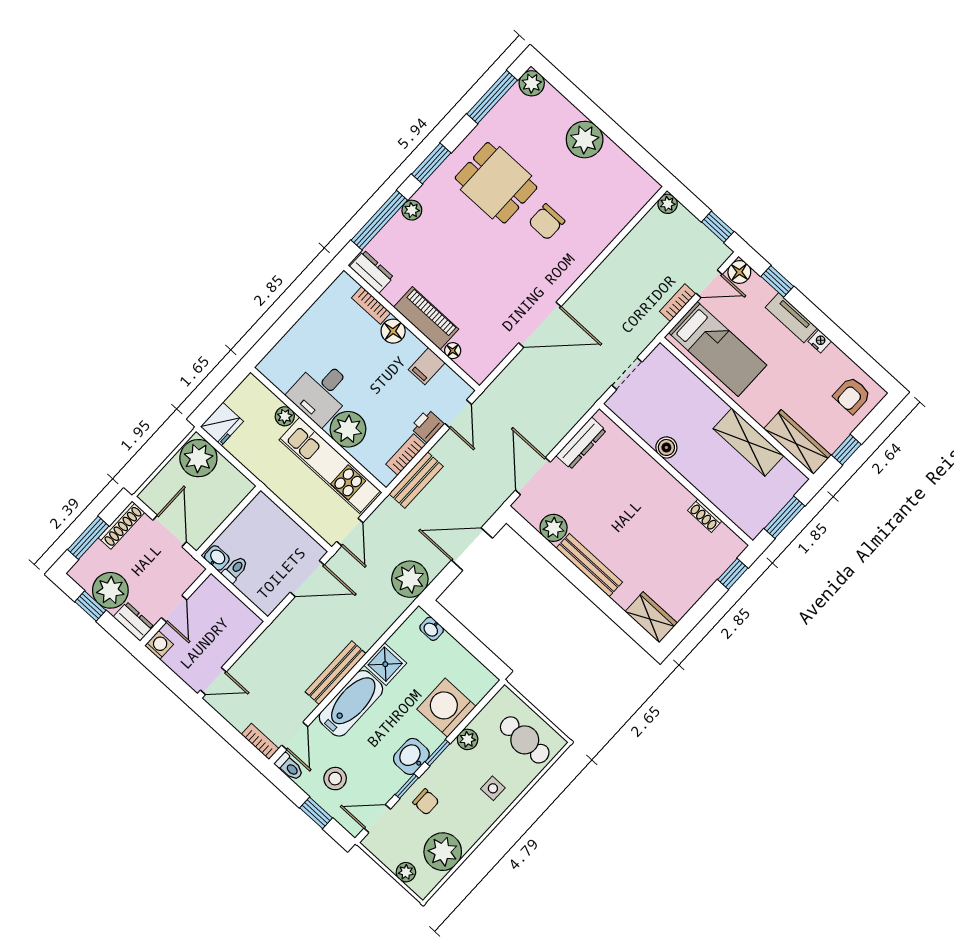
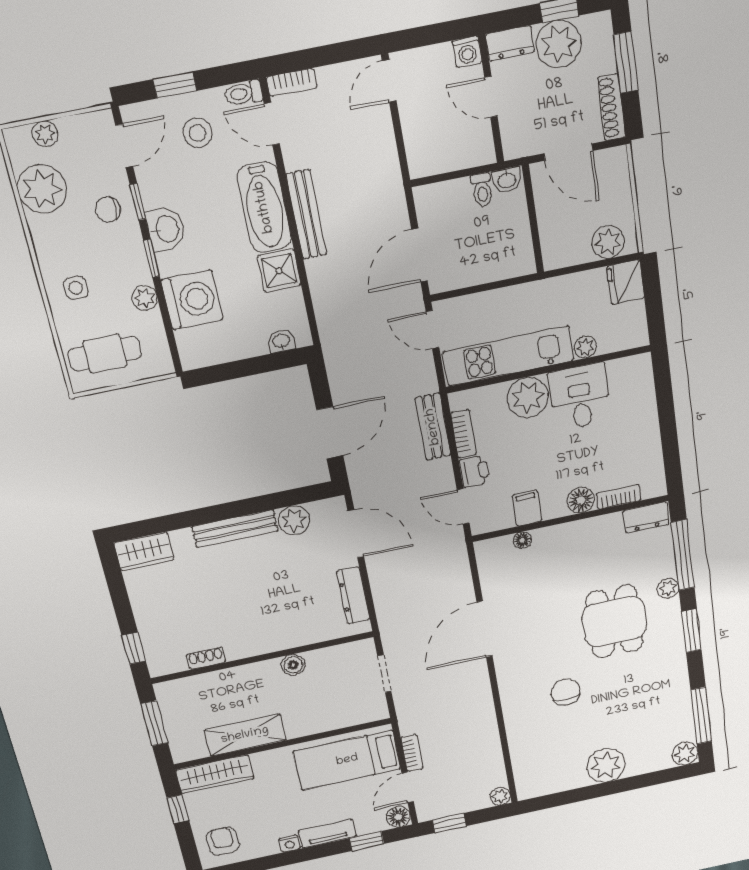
dining table: (496, 183) -> (614, 622), moved, turned 90
piano: (426, 318) -> (568, 537), removed
plant: (198, 458) -> (608, 242), width x0.73, depth x0.73
plant: (410, 579) -> (345, 355), removed

